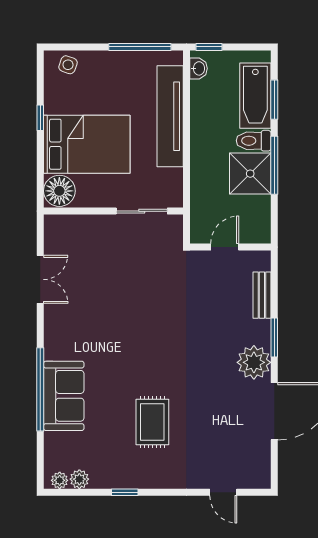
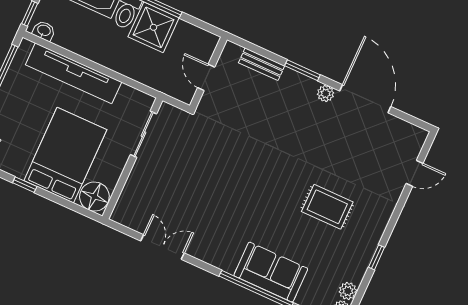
plant: (254, 362) -> (326, 93), width x0.53, depth x0.53

